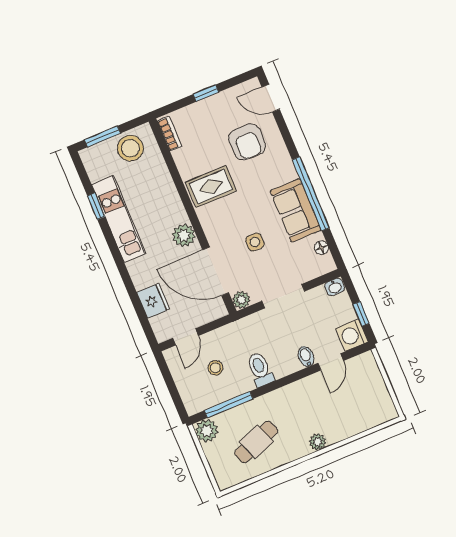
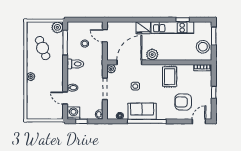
fridge: (153, 301) -> (143, 28), moved

